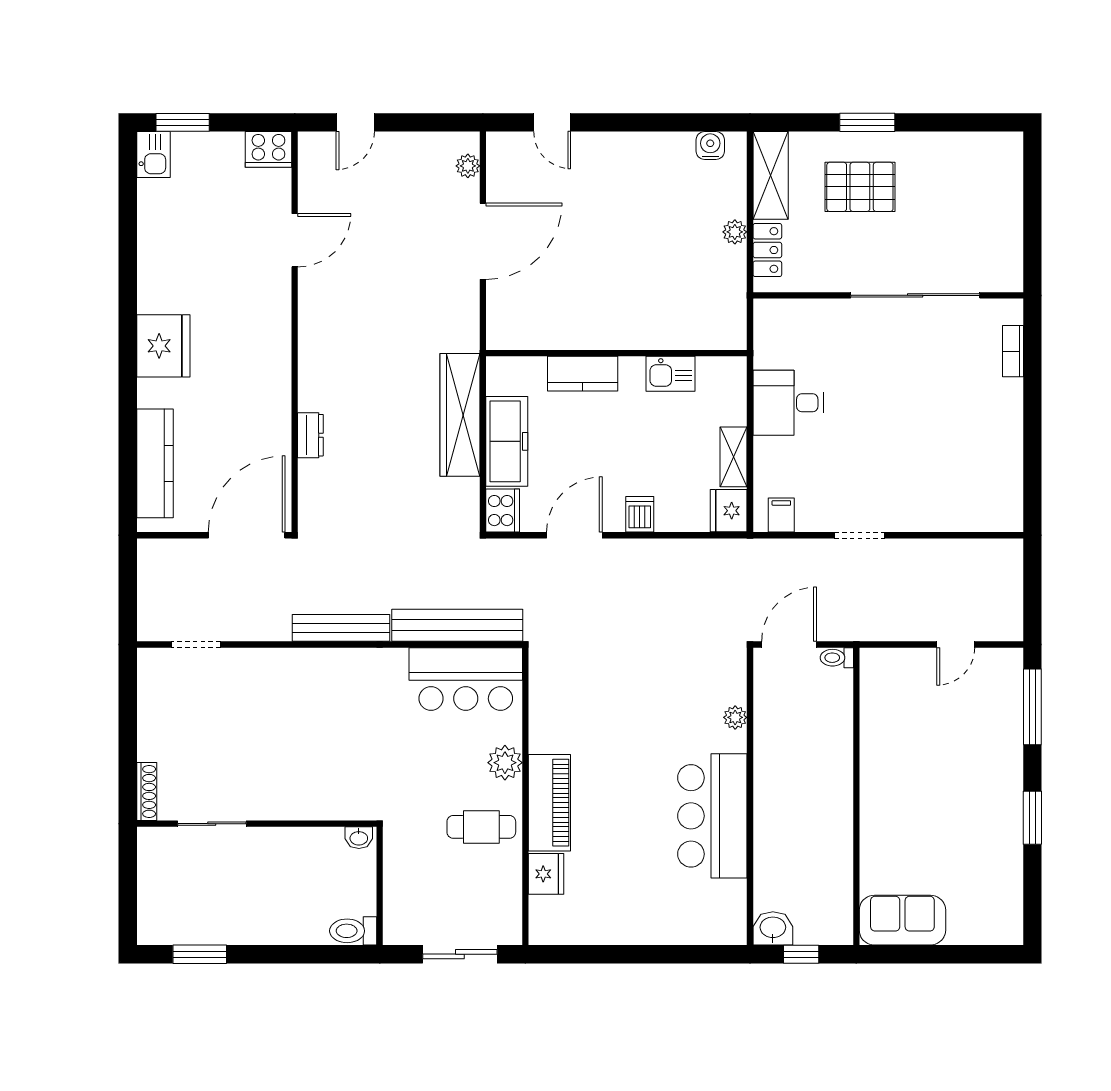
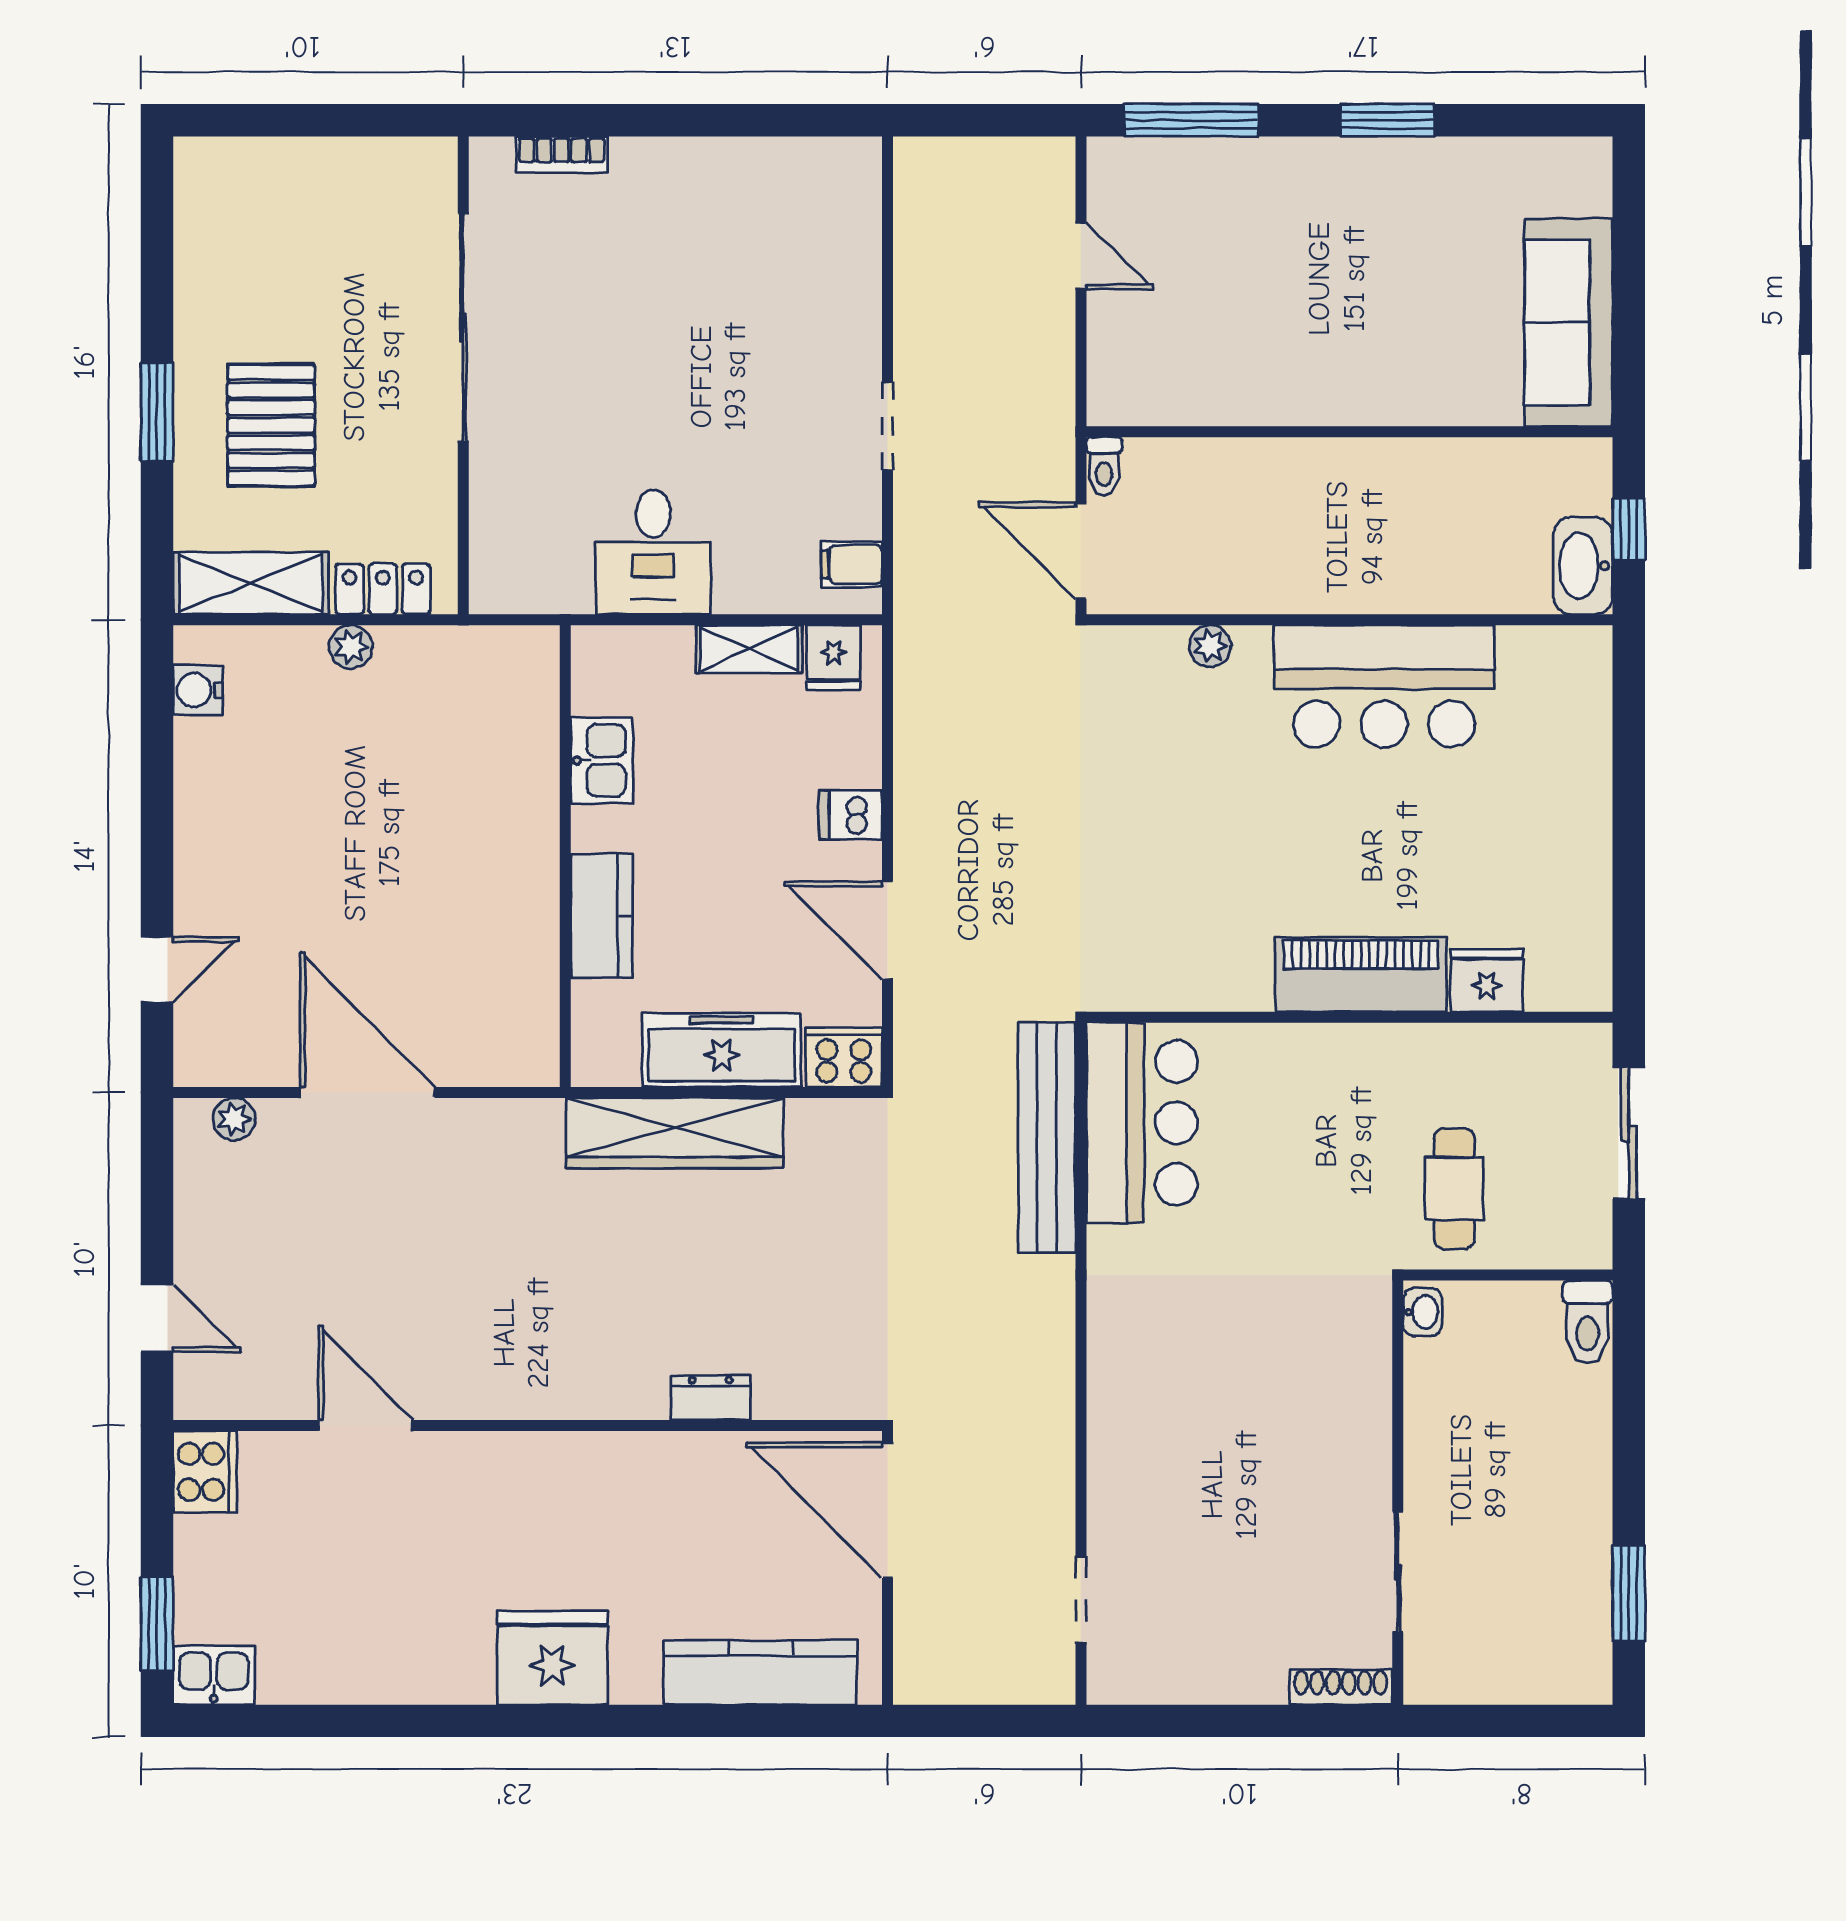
fridge: (729, 511) -> (834, 658), width x0.72
bench: (341, 628) -> (1051, 1344), removed
plant: (505, 763) -> (1290, 1053), removed
cafe table: (481, 827) -> (1454, 1189), moved
sofa: (902, 920) -> (1569, 323), width x1.36
washbasin: (773, 928) -> (1583, 566), width x1.38

